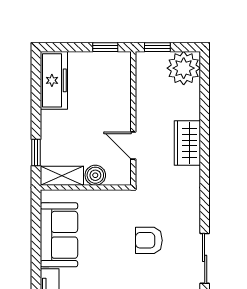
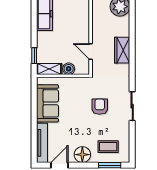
armchair: (149, 240) -> (100, 107), turned 90
sliding door: (205, 258) -> (132, 106), moved

